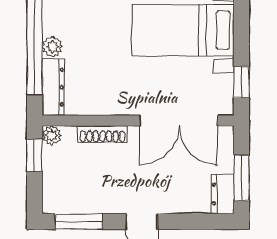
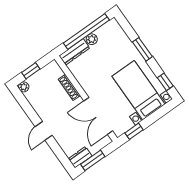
plant: (52, 135) -> (24, 87), moved
window: (35, 155) -> (31, 71), moved
window: (79, 222) -> (24, 104), removed

